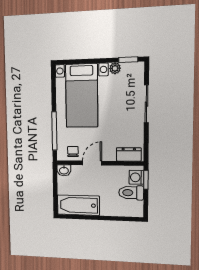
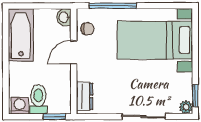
plant: (115, 68) -> (186, 107), moved
door: (92, 163) -> (74, 52), swing flipped
washing machine: (136, 177) -> (20, 106), moved

